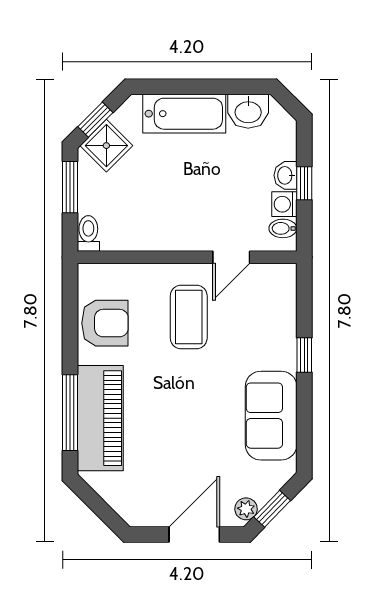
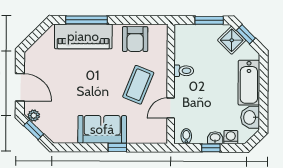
washing machine: (284, 204) -> (231, 137), moved
toilet: (88, 233) -> (184, 71), moved
door: (231, 257) -> (171, 108), hinge flipped
coffee table: (189, 317) -> (138, 85), turned -68
sofa: (271, 416) -> (102, 129), moved

